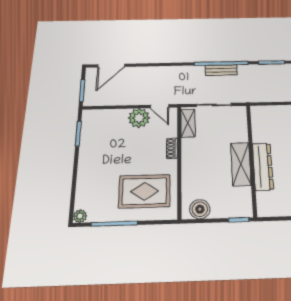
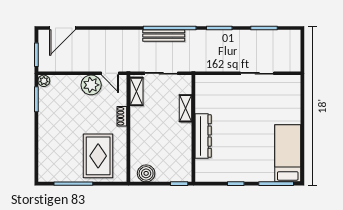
bench: (221, 70) -> (164, 36), width x1.36
shelving: (241, 164) -> (186, 108), moved, width x0.67, depth x0.75
rug: (144, 191) -> (98, 156), turned 90
plant: (80, 216) -> (44, 81), moved

